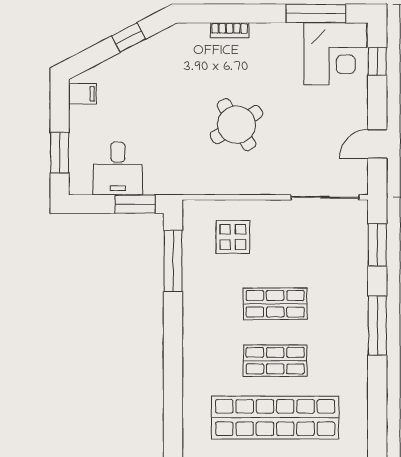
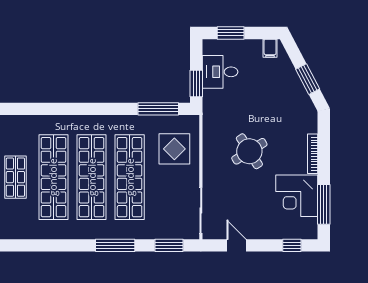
bookcase: (230, 30) -> (313, 154), width x1.56
window: (129, 38) -> (308, 79), width x1.50
corner desk: (335, 54) -> (297, 196), moved
display table: (233, 237) -> (174, 149), width x1.36, depth x1.36
shop shelf: (275, 304) -> (130, 177), width x2.00, depth x1.36
shop shelf: (275, 361) -> (92, 177), width x2.00, depth x1.36

